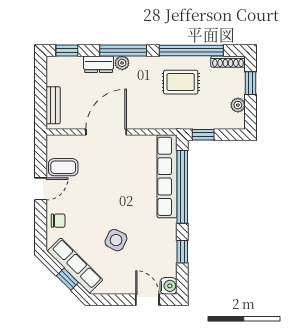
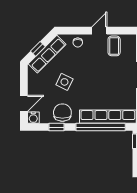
door: (41, 189) -> (99, 31), swing flipped
chair: (161, 243) -> (62, 113), added

